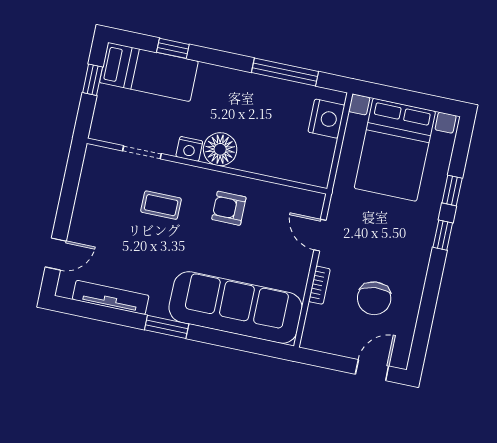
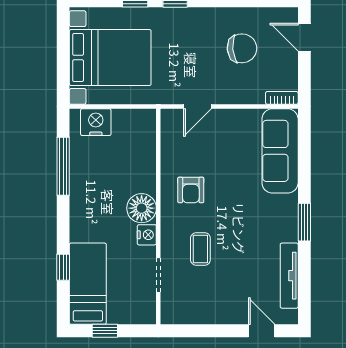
bookcase: (319, 285) -> (282, 98), moved
sofa: (236, 308) -> (280, 151), width x0.74, depth x0.79

